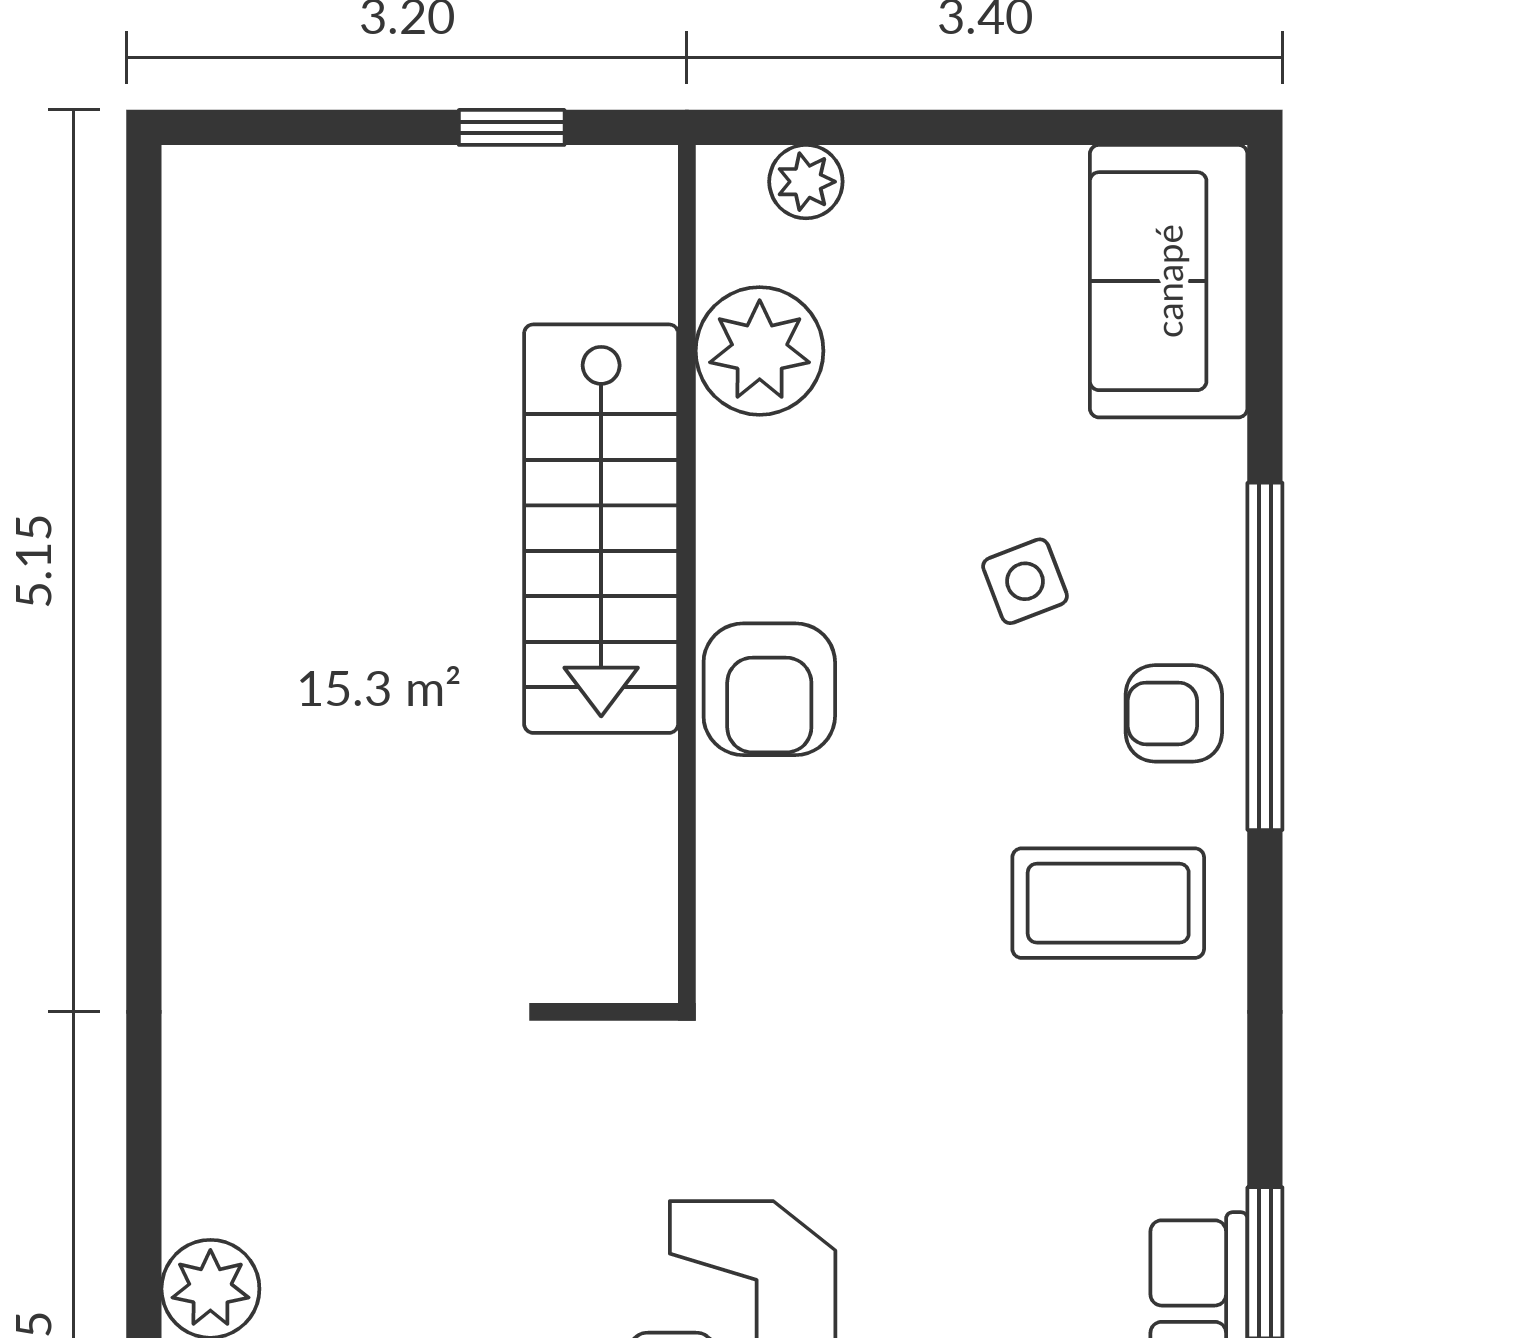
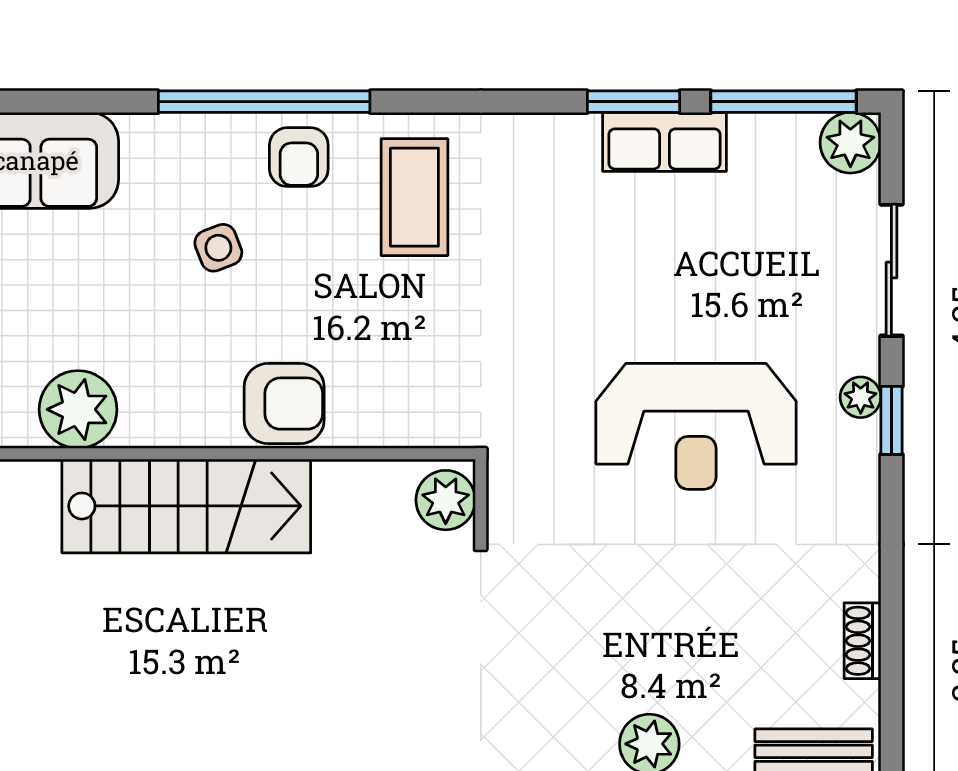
plant: (611, 954) -> (446, 500), added

